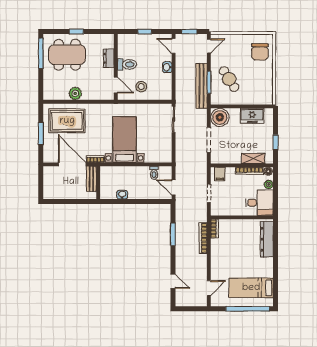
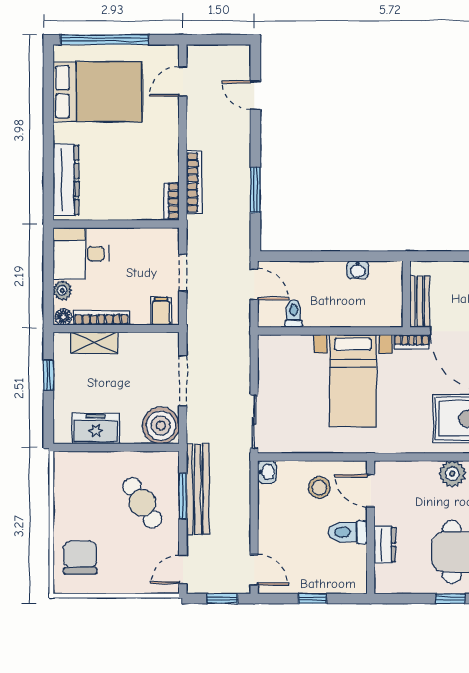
washbasin: (167, 67) -> (267, 472), moved
bed: (251, 288) -> (98, 92), width x1.50

